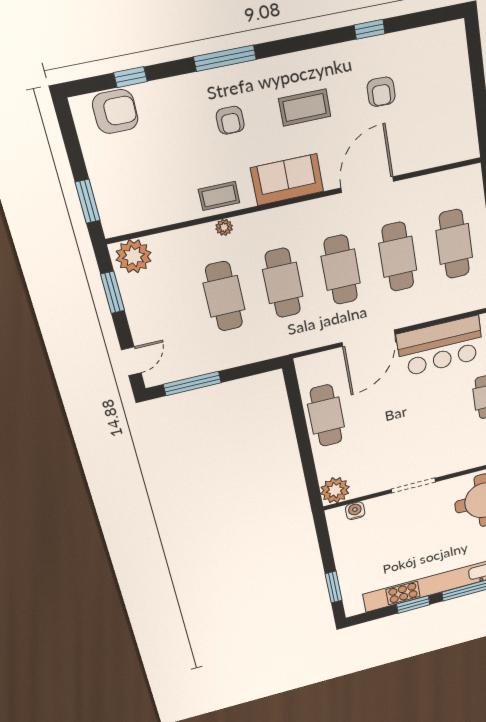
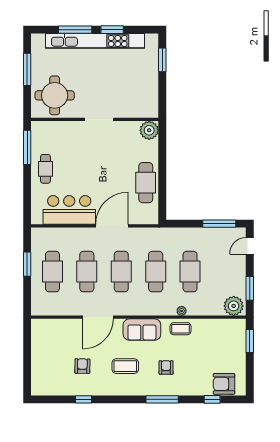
water cooler: (355, 511) -> (139, 112), removed

